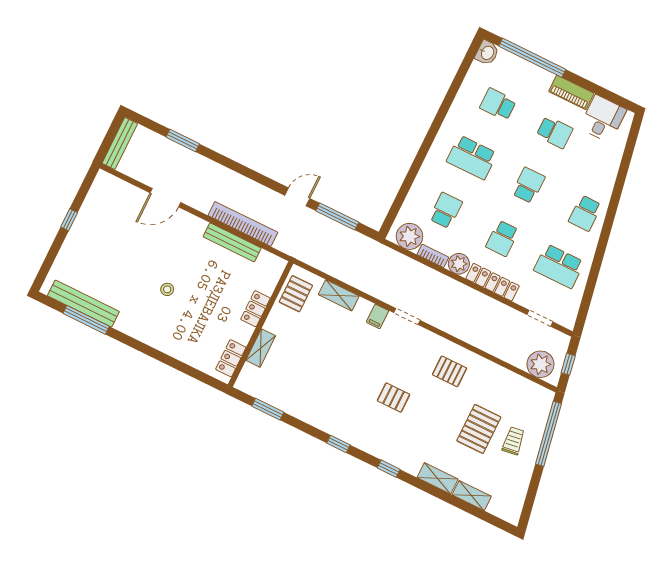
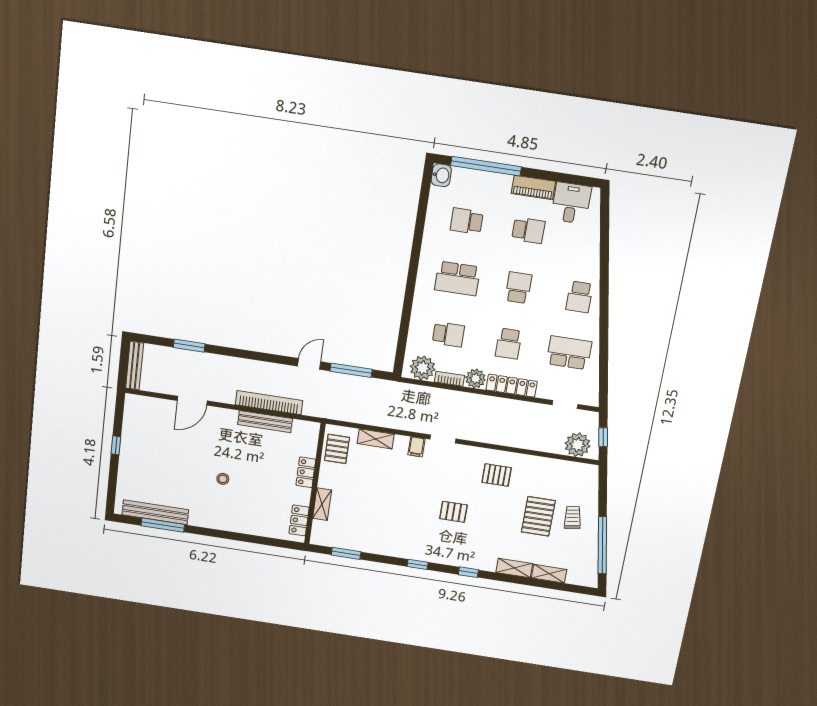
school desk: (446, 210) -> (448, 334), turned 90
school desk: (559, 266) -> (569, 353), turned 180
window: (548, 434) -> (602, 545), moved

